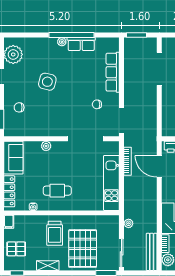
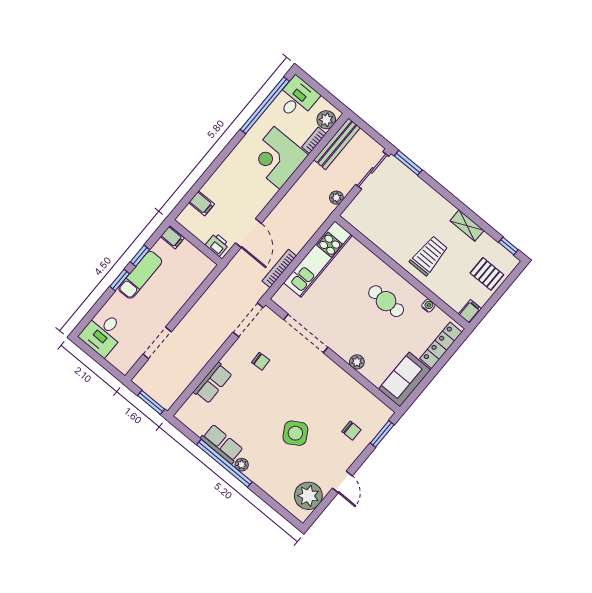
doorway: (159, 69) -> (157, 343), width x0.73
row of seats: (113, 72) -> (213, 383), width x0.68
side table: (47, 82) -> (295, 433), turned 45
pallet: (83, 249) -> (412, 212), removed

